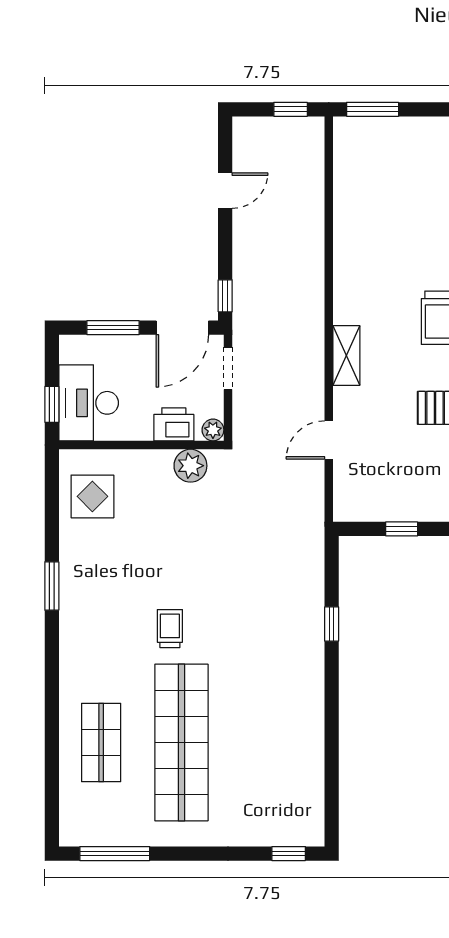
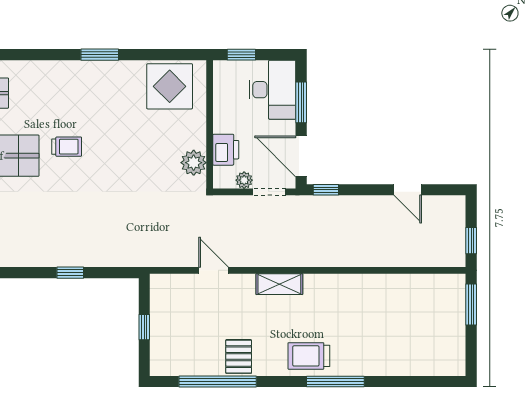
desk: (89, 403) -> (272, 90), moved, turned 90
plant: (213, 430) -> (244, 180), moved
display table: (92, 496) -> (170, 86), width x1.36, depth x1.36

